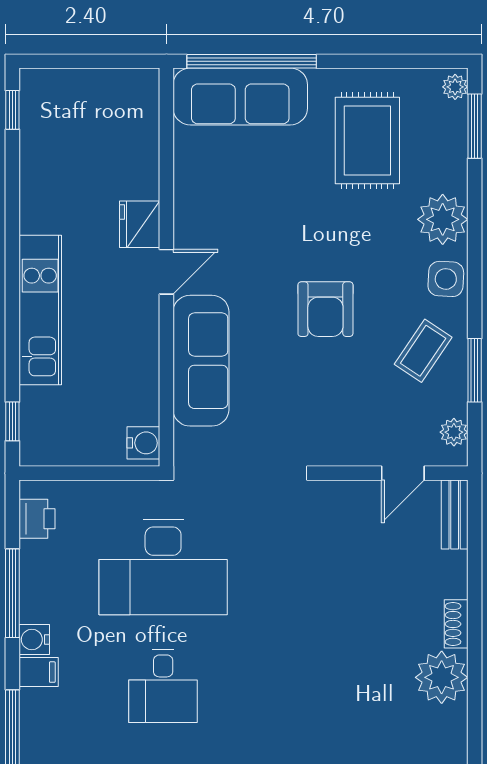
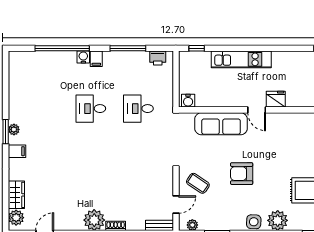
coffee table: (423, 351) -> (198, 183), moved
door: (403, 473) -> (176, 205), swing flipped
desk: (163, 567) -> (138, 109), width x0.53, depth x0.77
water cooler: (34, 640) -> (83, 57), moved

